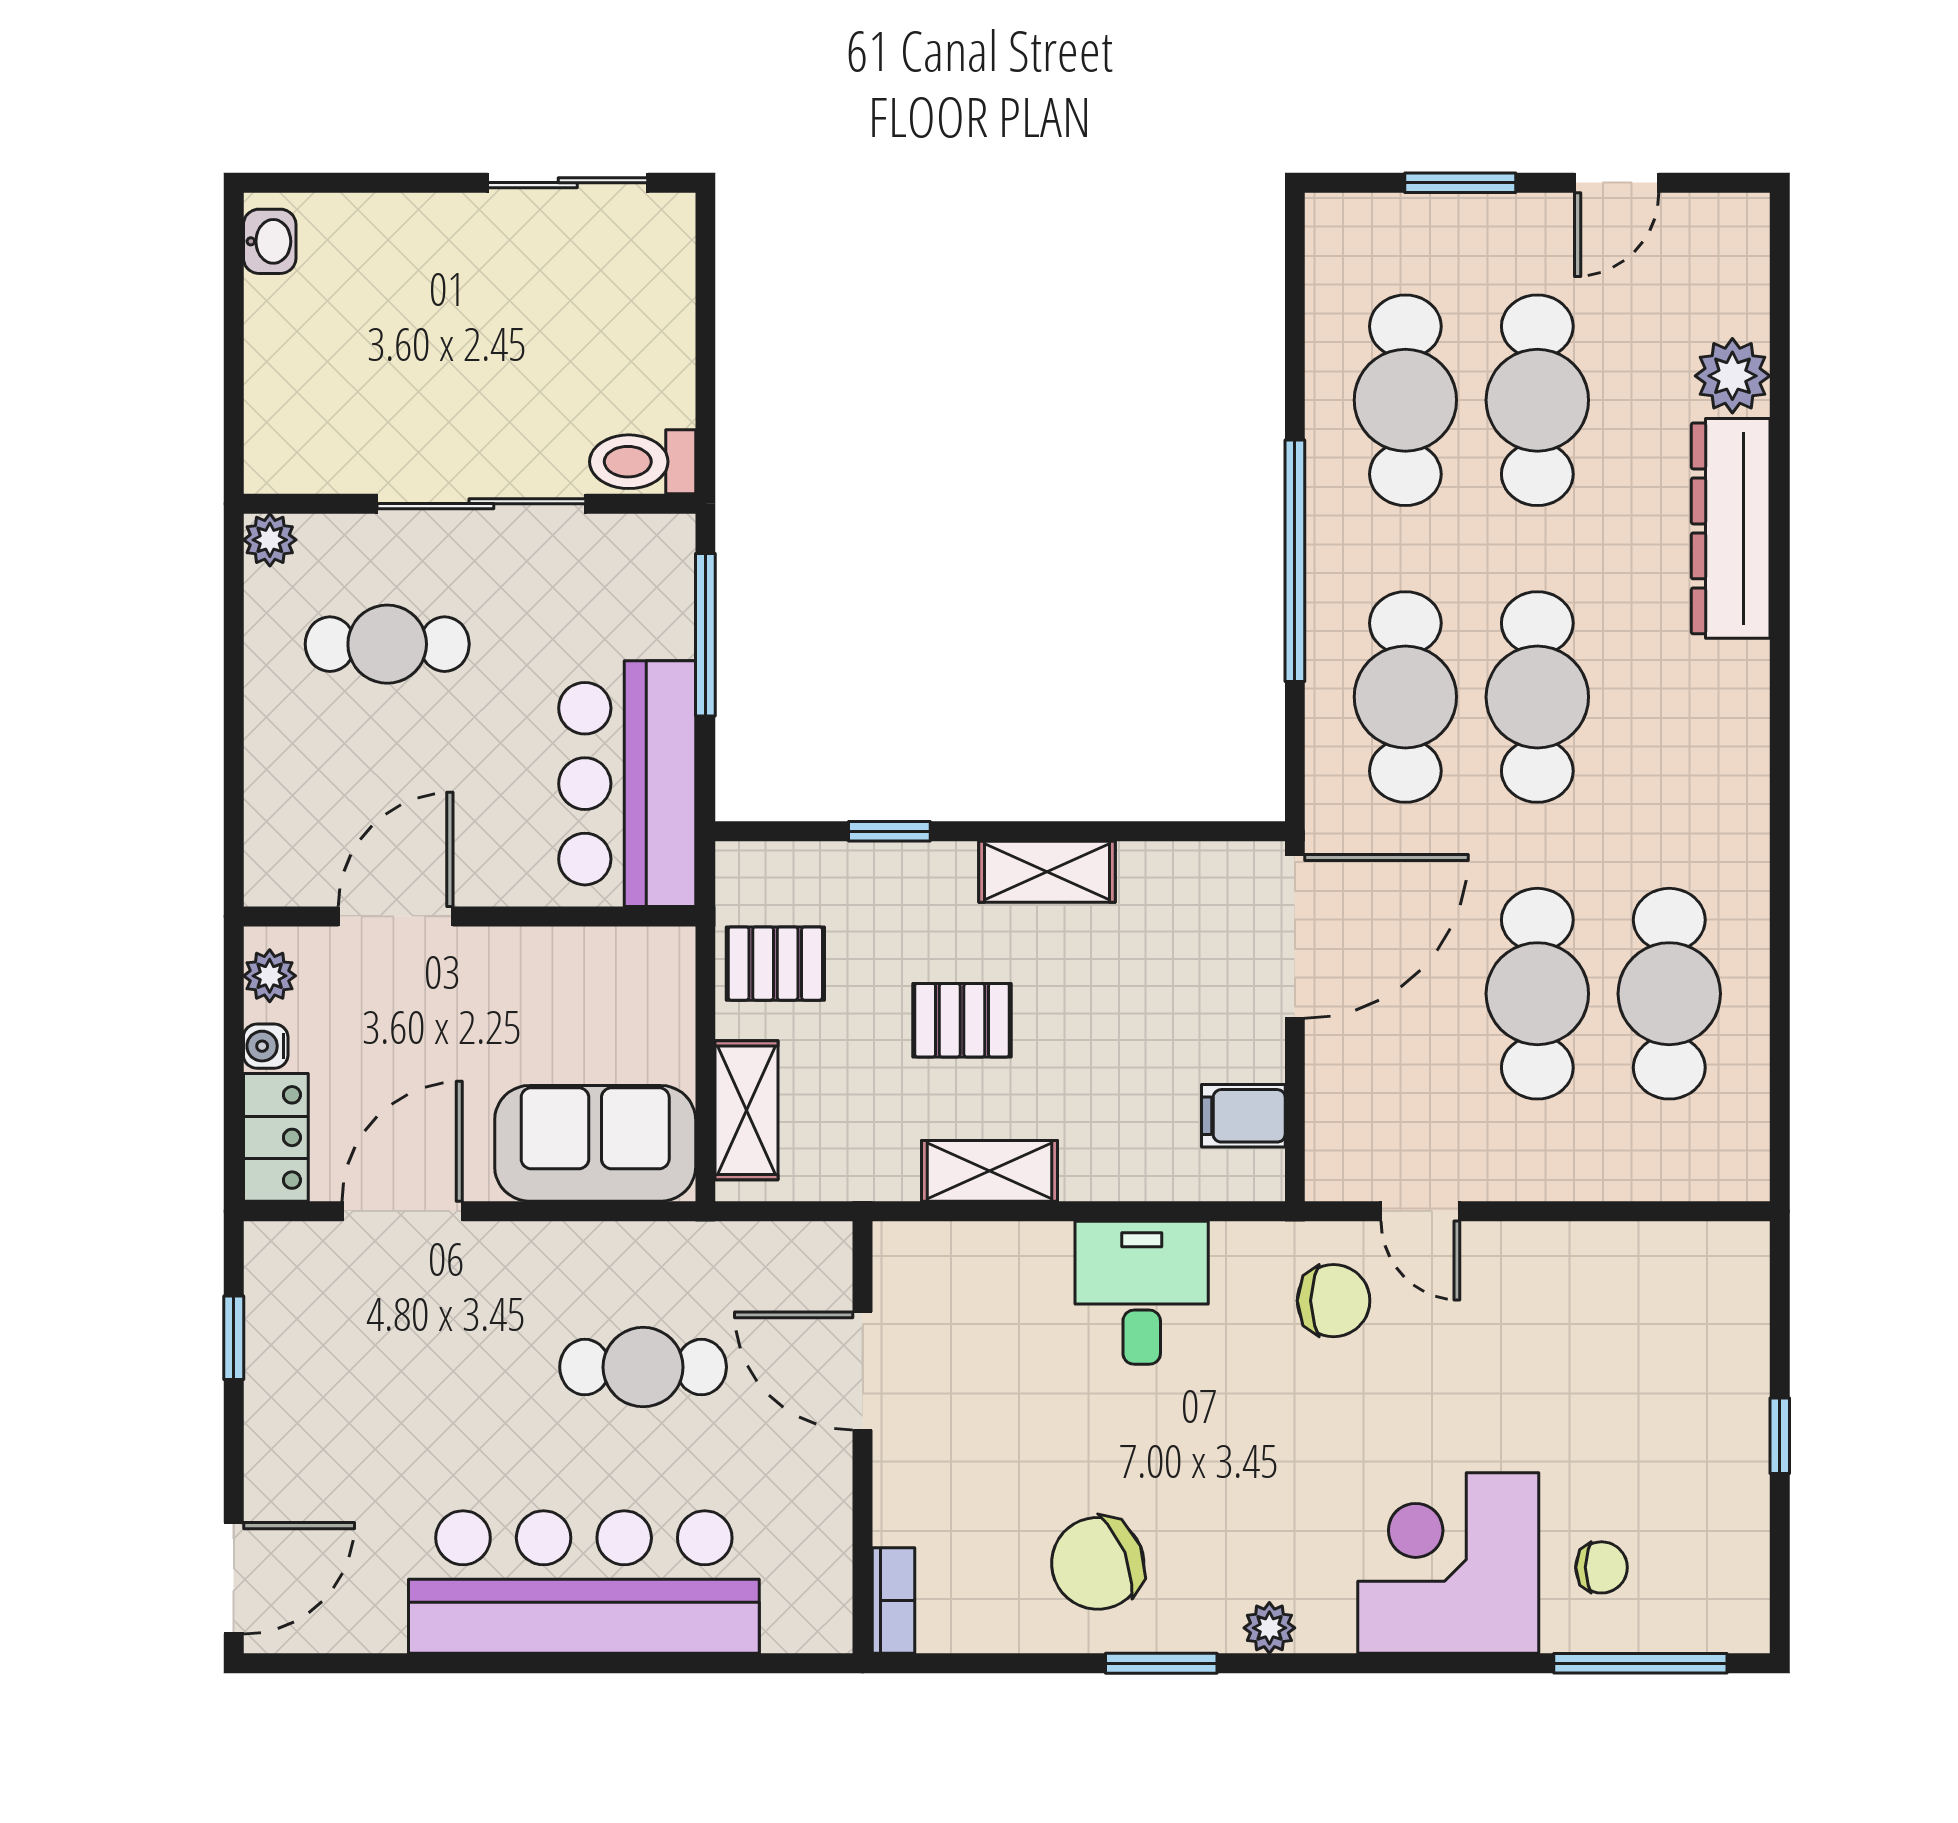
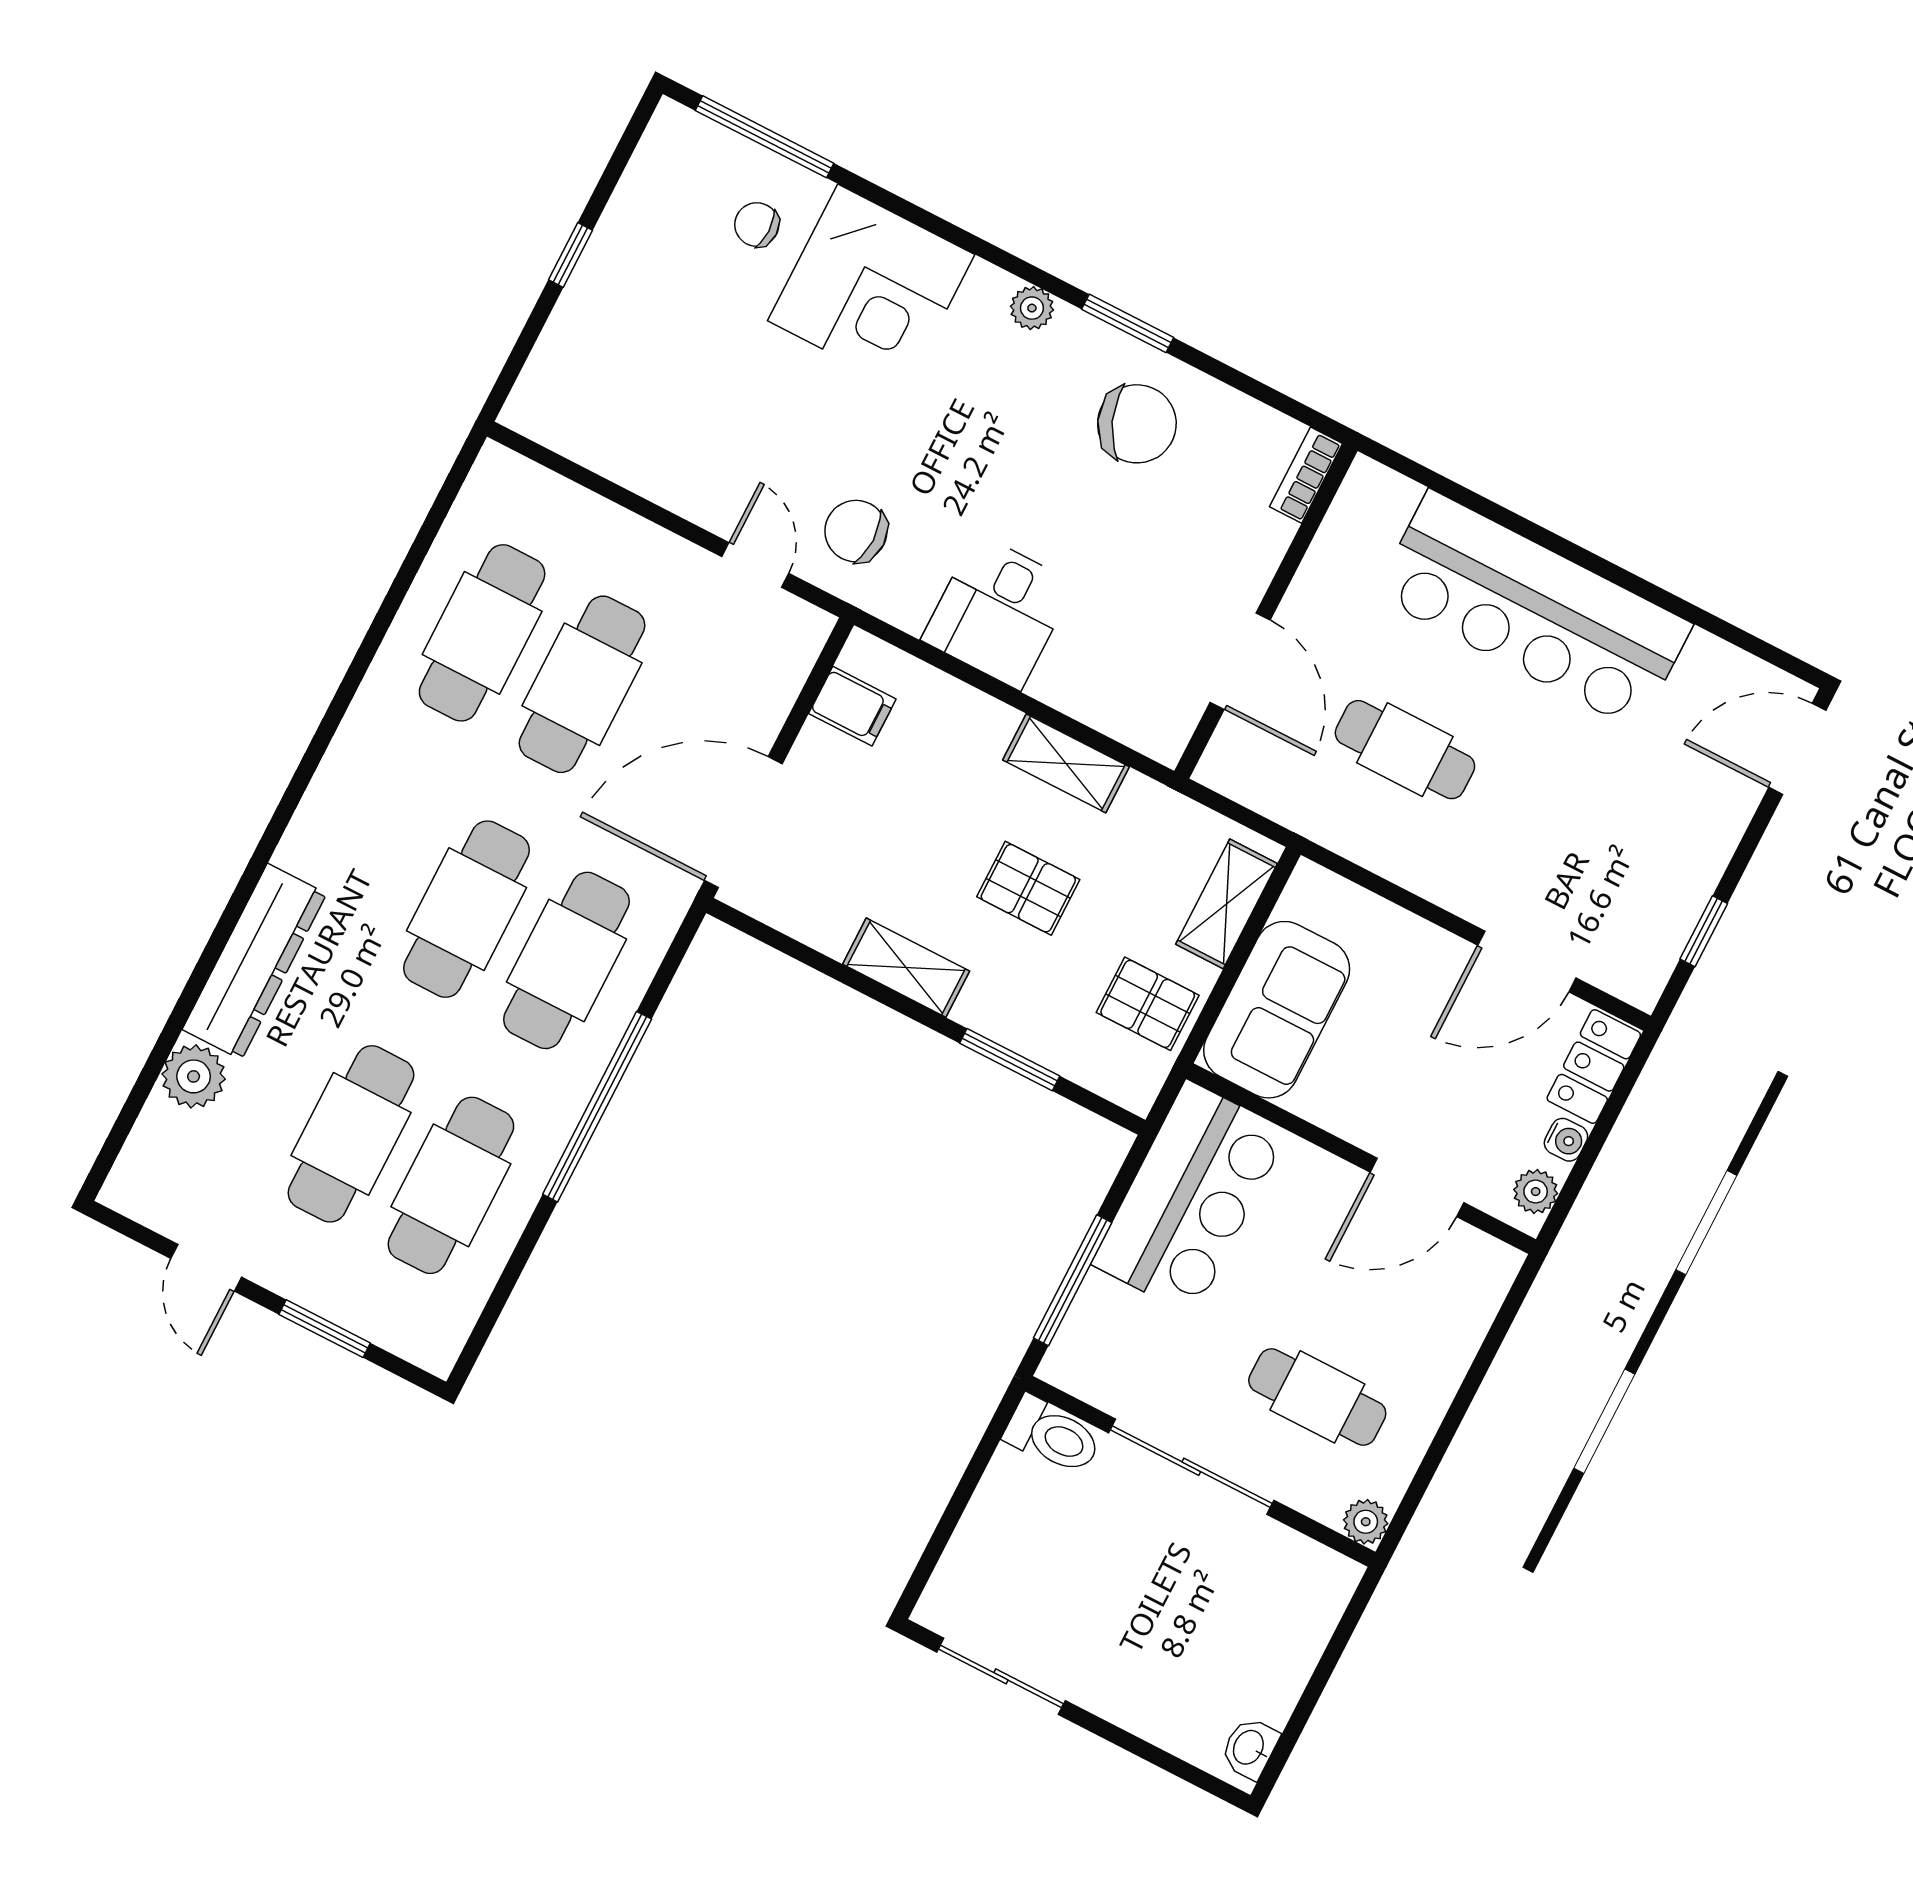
door: (1617, 183) -> (206, 1268), swing flipped
window: (889, 831) -> (1010, 1060), width x1.50
sofa: (595, 1143) -> (1277, 1010), moved, turned -90

